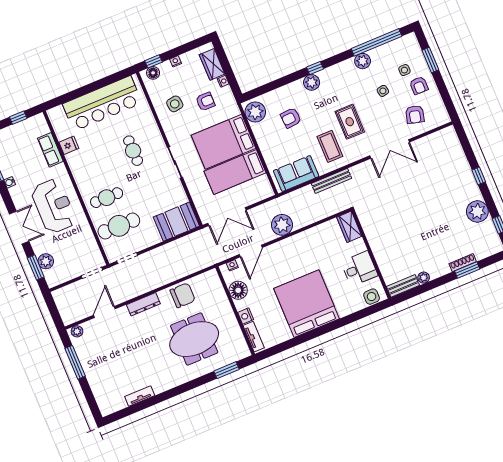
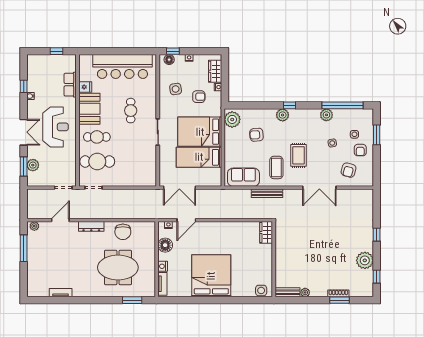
booth: (176, 222) -> (89, 109), moved, turned 90
plant: (282, 225) -> (217, 211), removed
desk: (359, 269) -> (261, 266), removed
chair: (183, 295) -> (123, 232), turned 90

